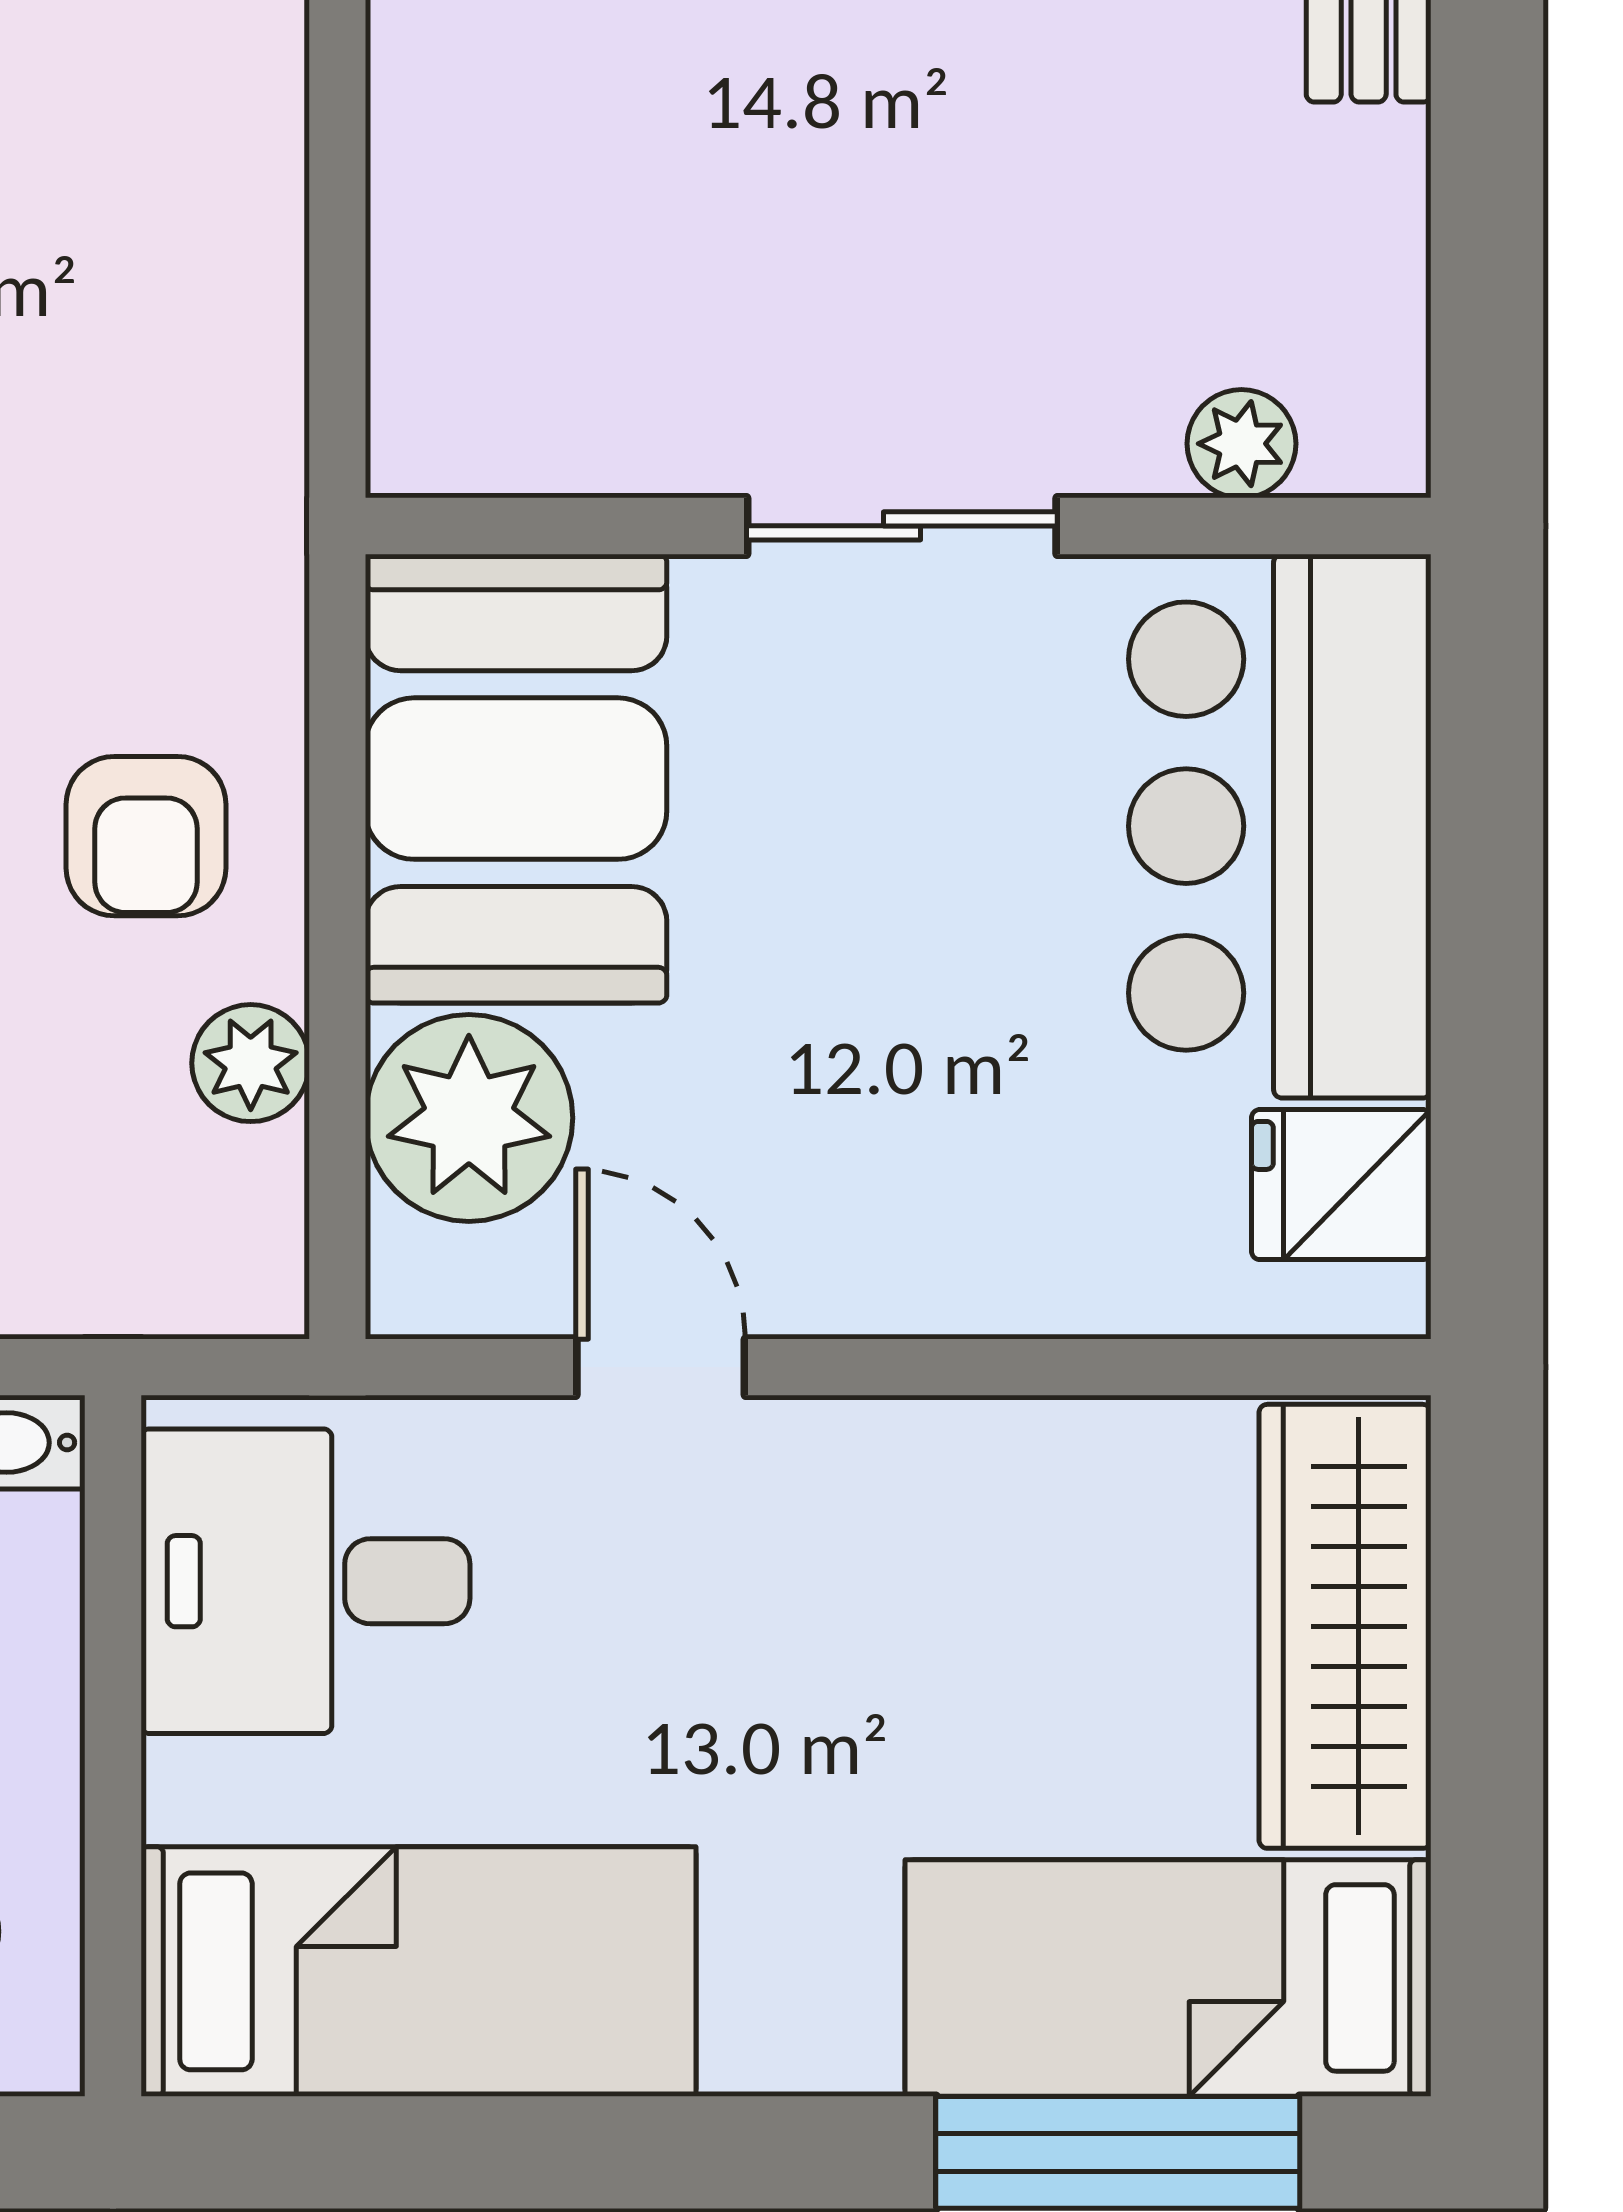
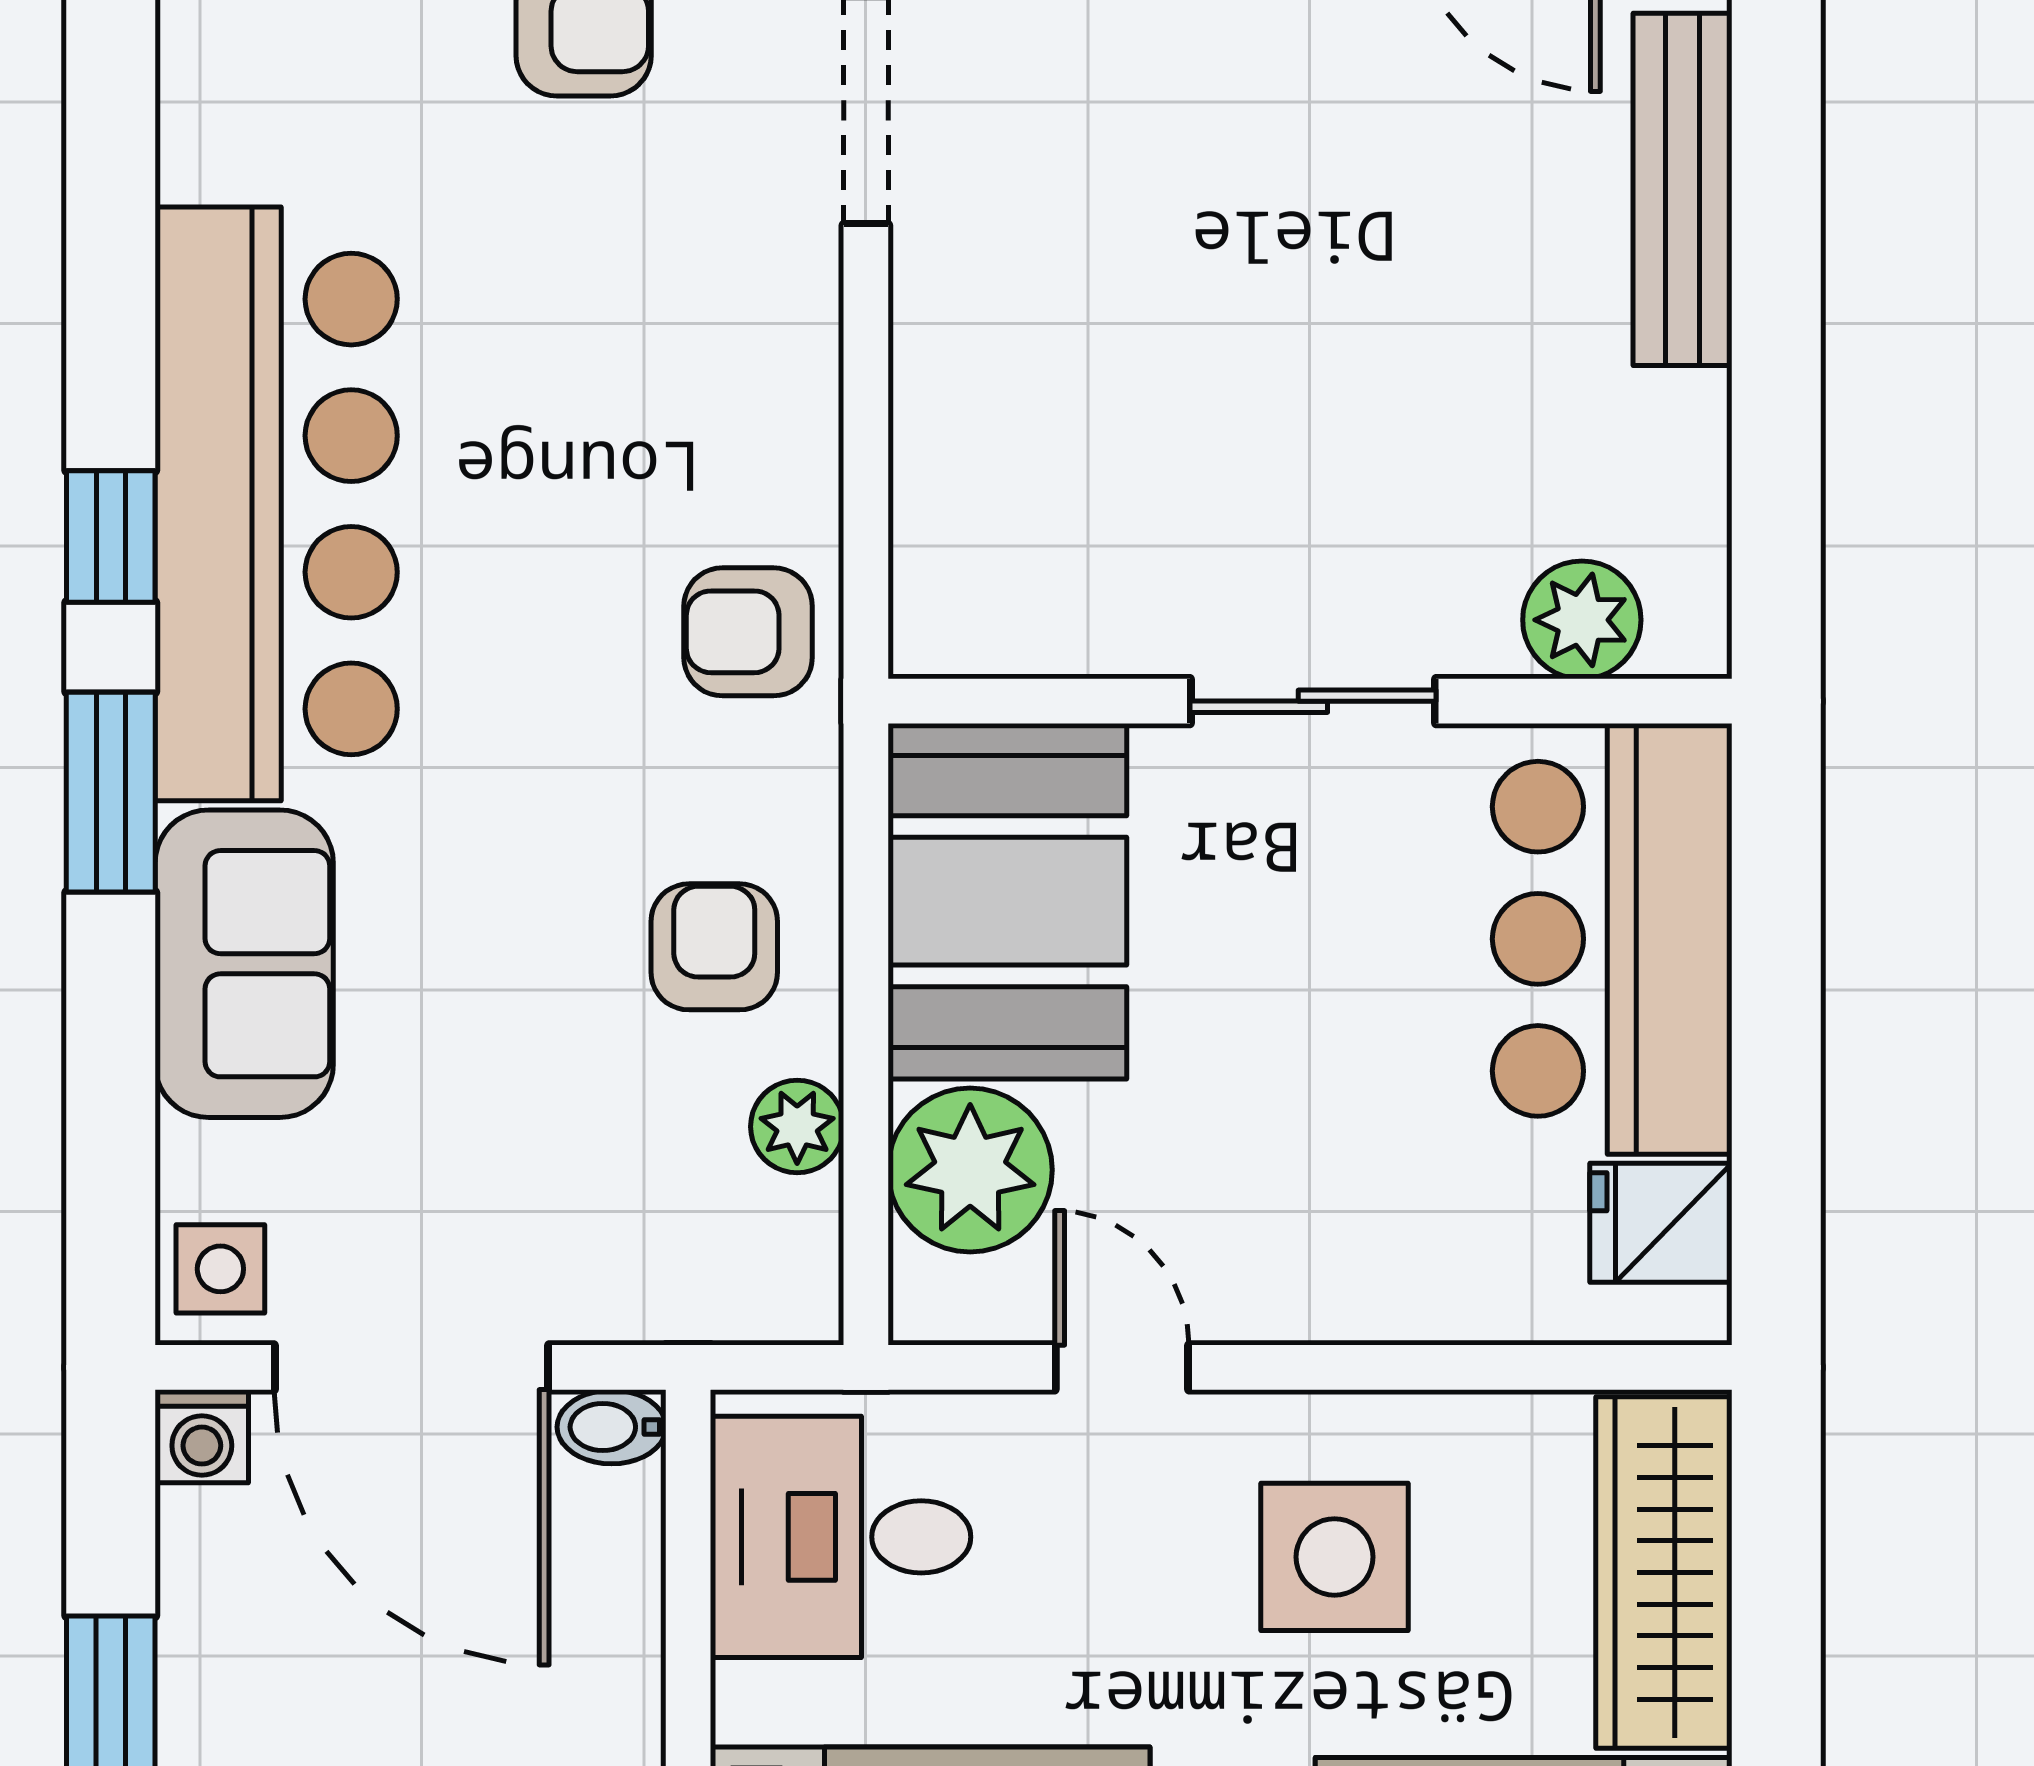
armchair: (189, 438) -> (748, 632), added
plant: (1241, 444) -> (1582, 620), width x1.38, depth x1.38
armchair: (146, 836) -> (714, 947), turned 180
side table: (929, 1607) -> (1334, 1557), added

